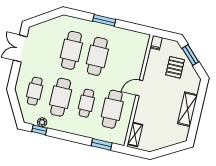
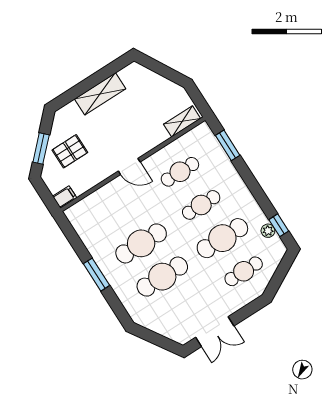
cafe table: (112, 109) -> (180, 172), width x0.73, depth x0.74

